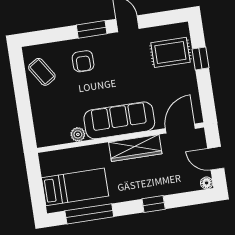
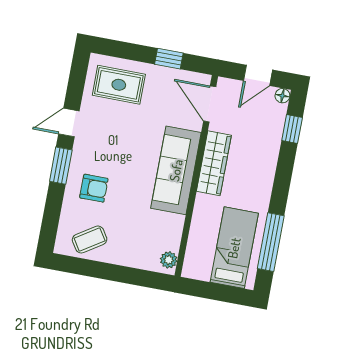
rug: (170, 52) -> (119, 85), turned 90
window: (200, 58) -> (169, 59), moved
plant: (78, 134) -> (169, 260), moved
window: (154, 204) -> (292, 129), moved

